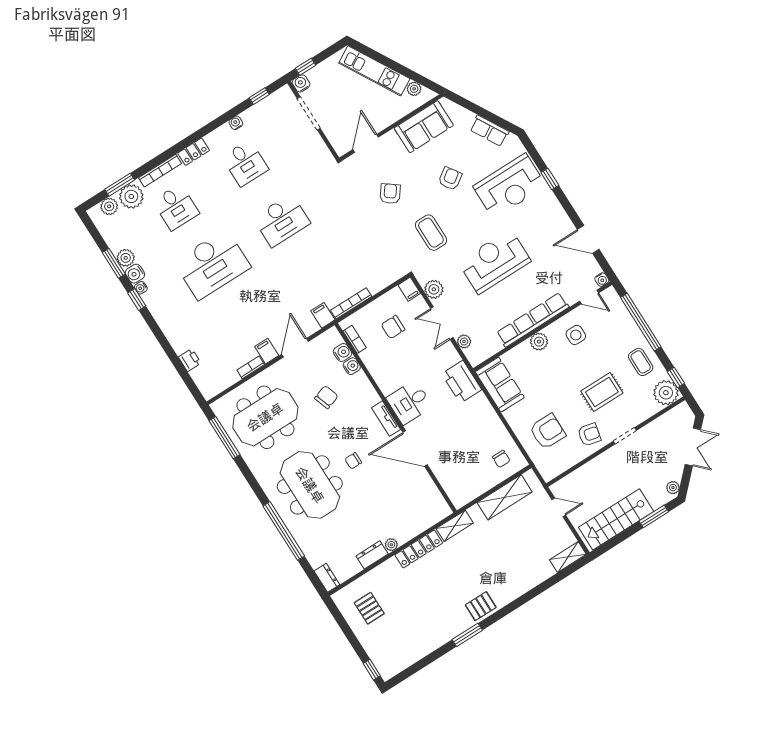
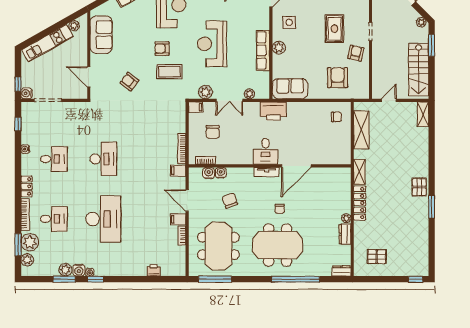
armchair: (450, 179) -> (162, 49), moved, turned -55
row of seats: (533, 320) -> (263, 50), width x0.73

